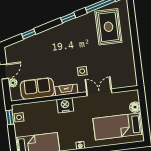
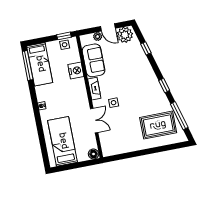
plant: (13, 55) -> (125, 35), added
nightstand: (65, 105) -> (76, 71), moved
floor lamp: (135, 107) -> (94, 154), moved

